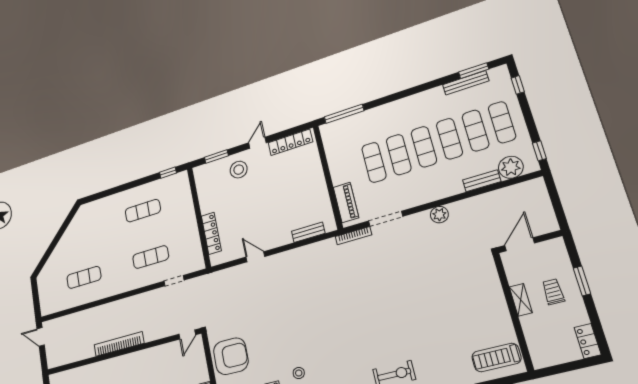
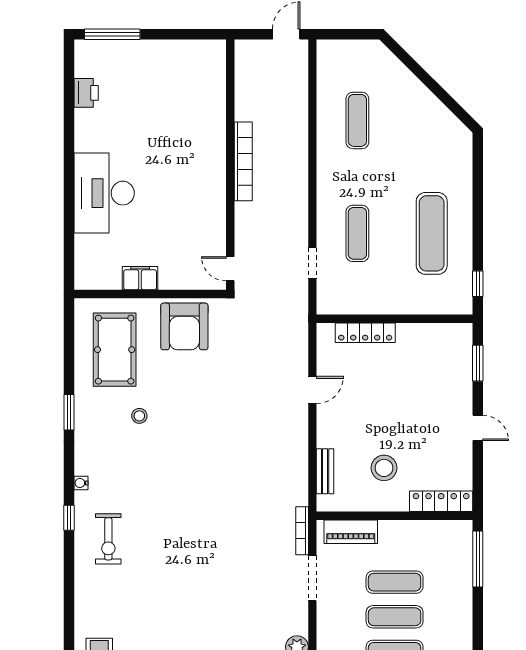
locker: (290, 142) -> (441, 501), moved, turned 90
stool: (239, 170) -> (384, 468), moved
exercise mat: (143, 211) -> (432, 233), width x1.36, depth x1.45

